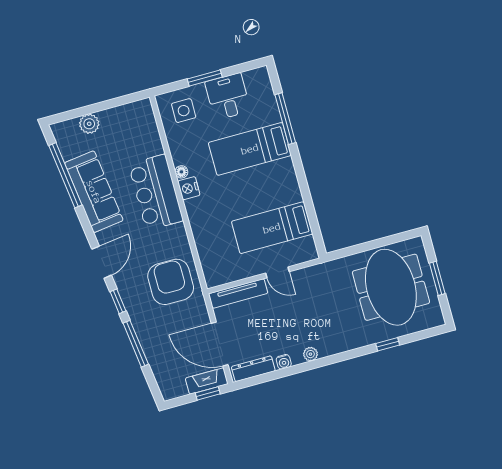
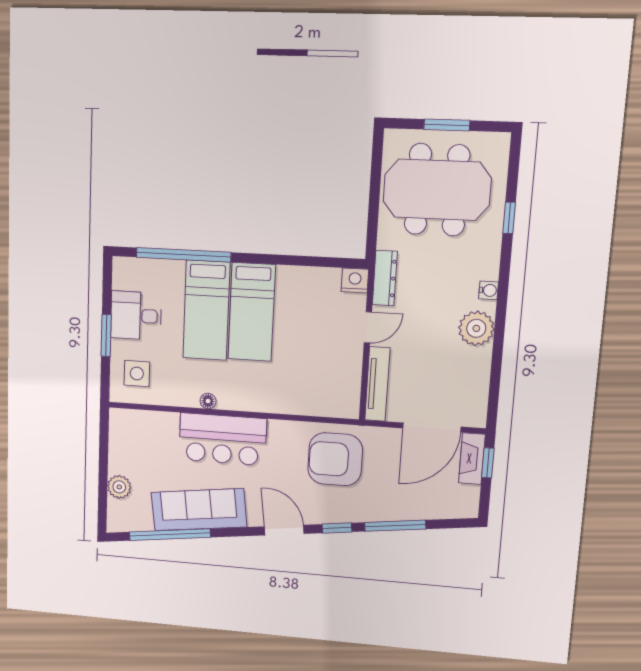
window: (285, 119) -> (183, 255), width x1.46
nightstand: (189, 188) -> (355, 280), moved, turned 180
bed: (272, 228) -> (252, 312), moved
plant: (310, 354) -> (476, 328), width x1.88, depth x1.88
water cooler: (284, 362) -> (488, 290), moved
dresser: (253, 369) -> (385, 278), moved, turned 180

